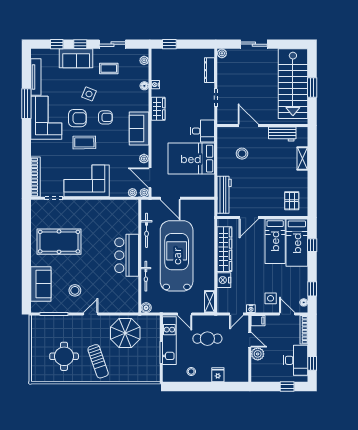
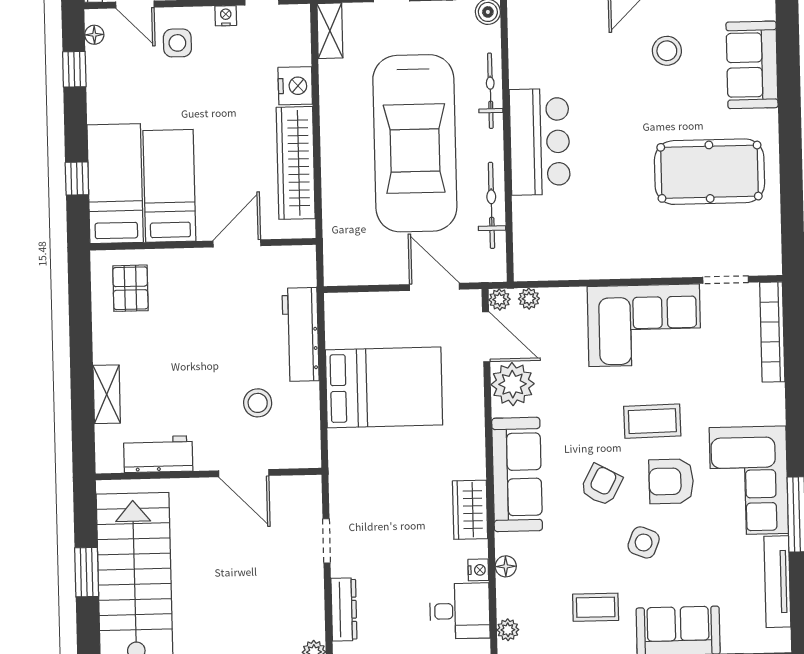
armchair: (105, 117) -> (601, 485), turned 118
sofa: (139, 128) -> (517, 474), width x1.36
desk: (203, 131) -> (460, 611), moved, turned 180
plant: (144, 159) -> (513, 384), width x1.87, depth x1.87
workbench: (224, 195) -> (301, 334), moved

